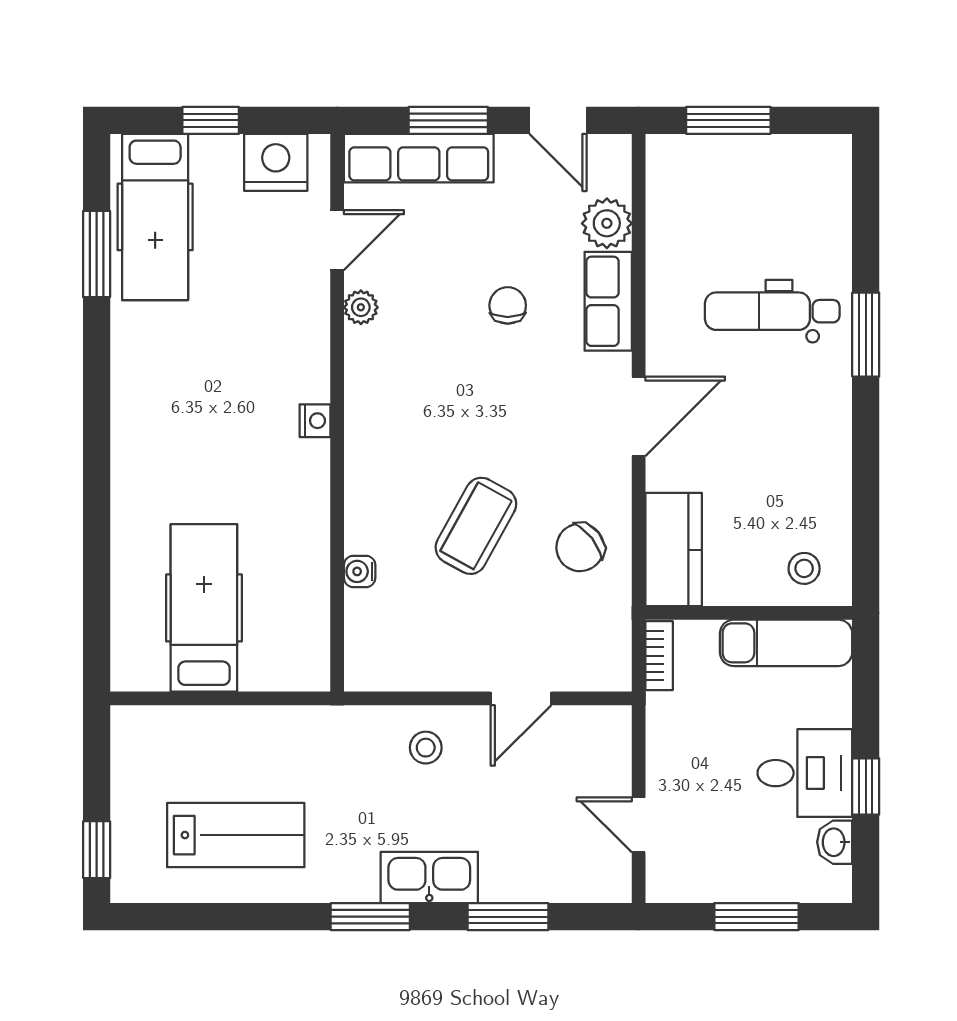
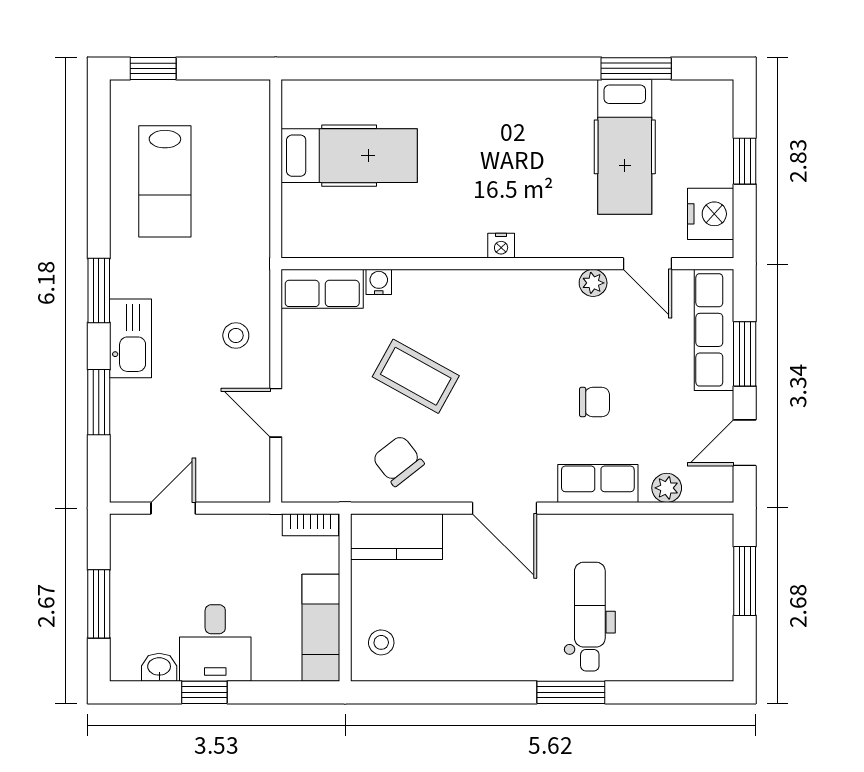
hospital bed: (155, 217) -> (625, 147), moved, turned -90
plant: (607, 223) -> (667, 488), width x0.73, depth x0.73
row of seats: (368, 641) -> (322, 289), added

